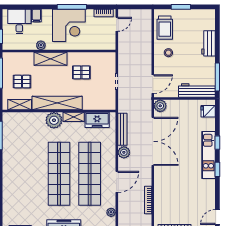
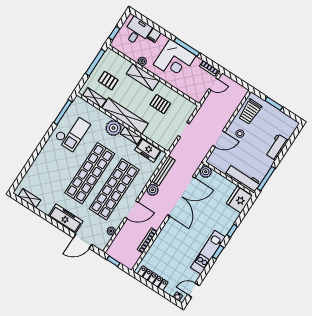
door: (153, 84) -> (219, 139), moved
fridge: (208, 111) -> (239, 200), width x1.88, depth x1.34
checkout: (20, 148) -> (72, 132), added
kitchen unit: (208, 155) -> (208, 252), moved

